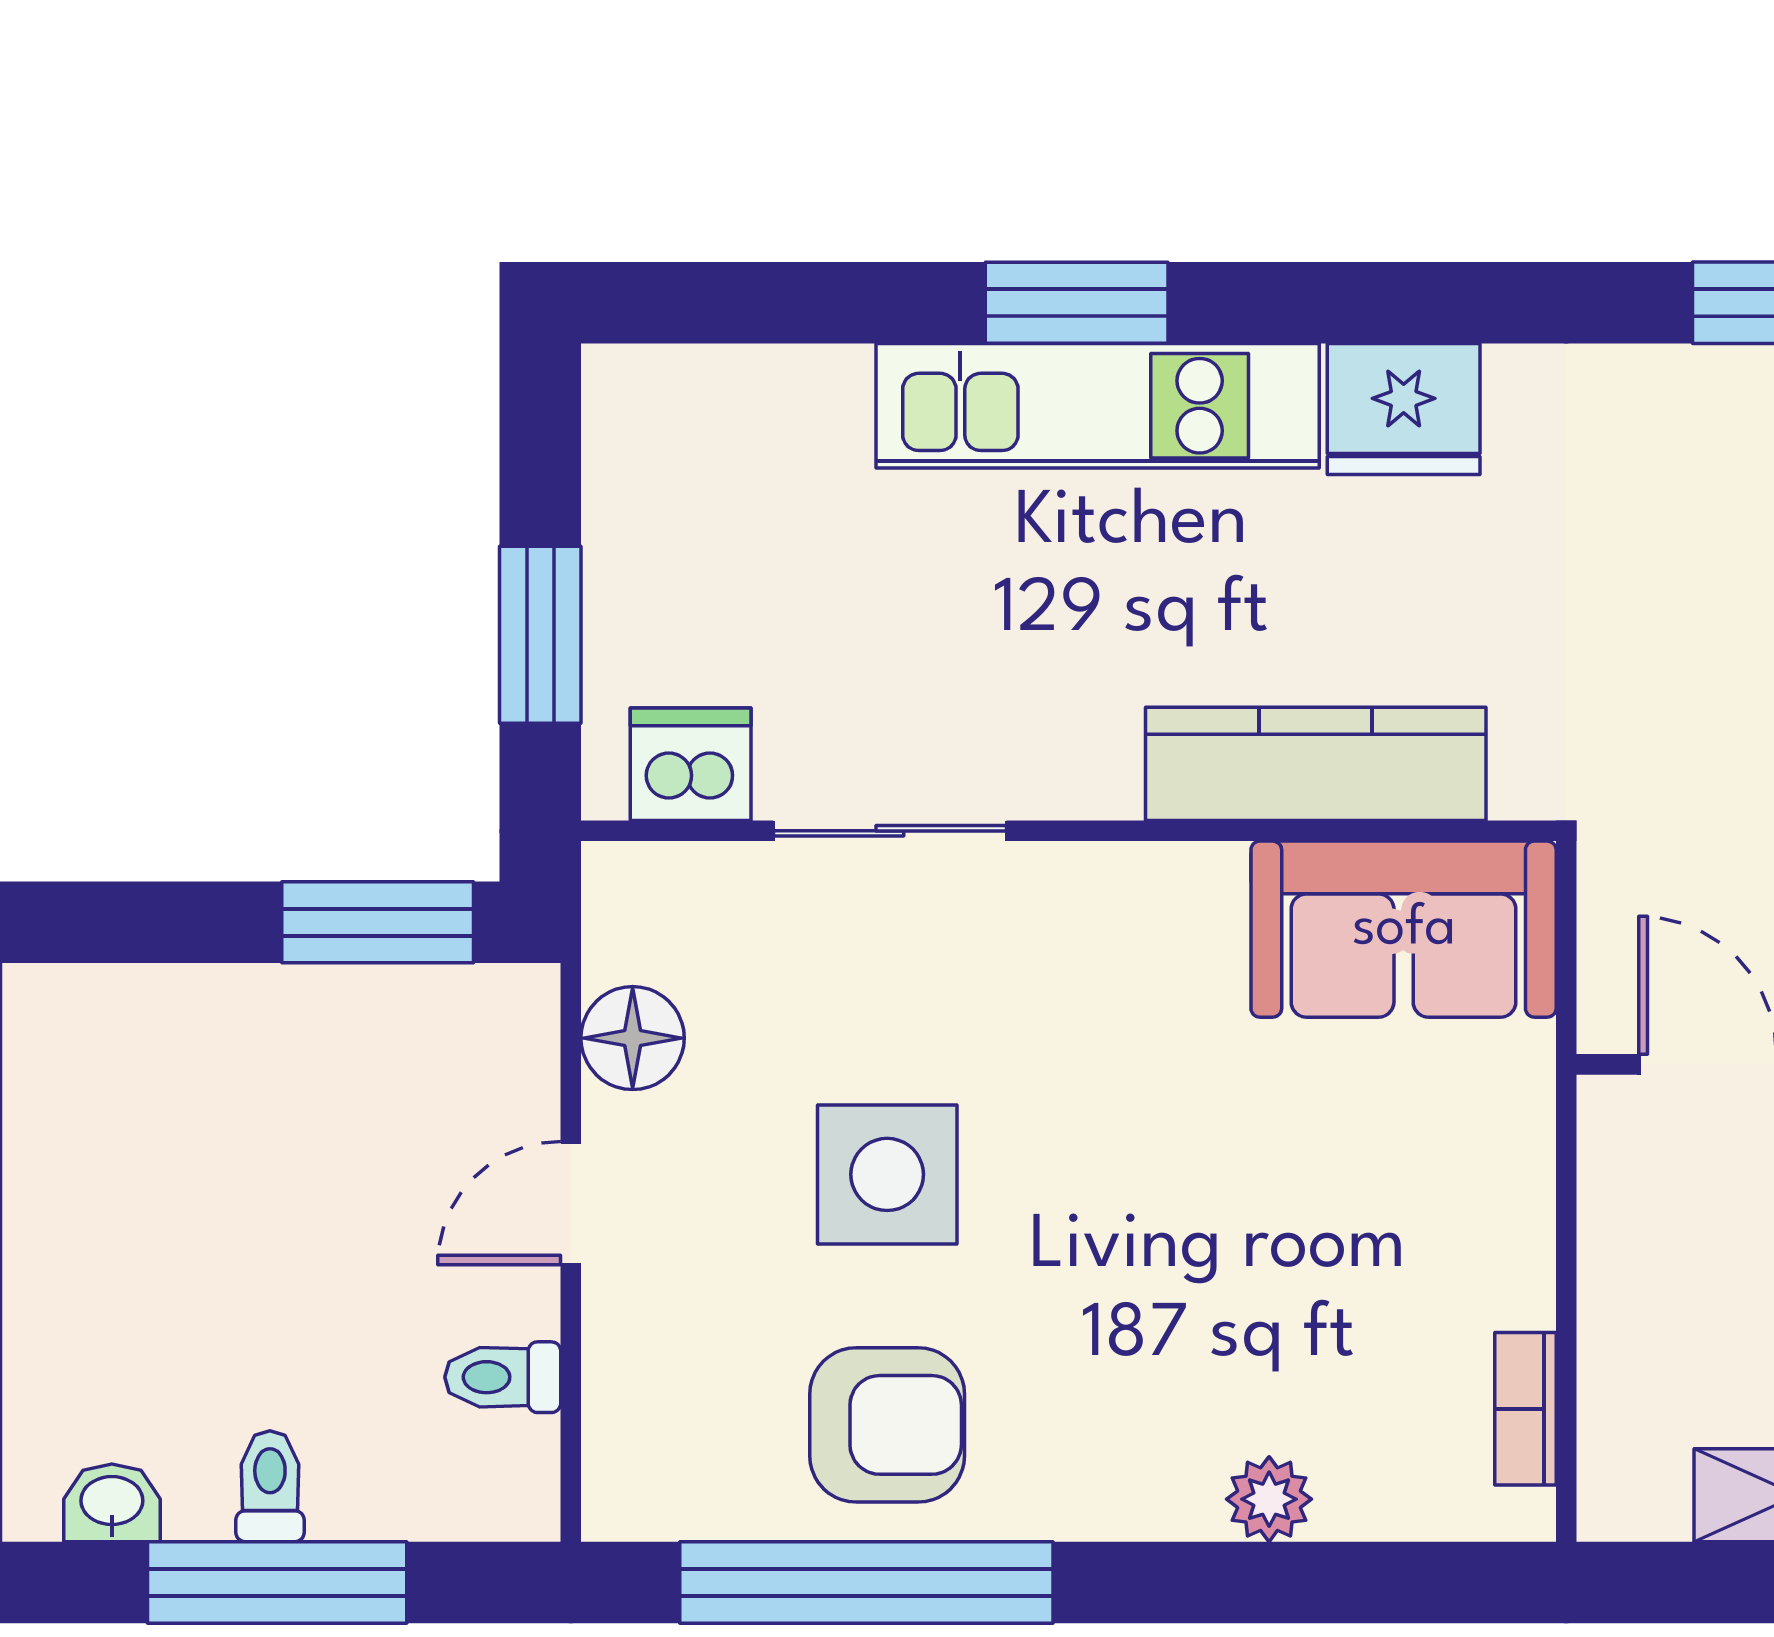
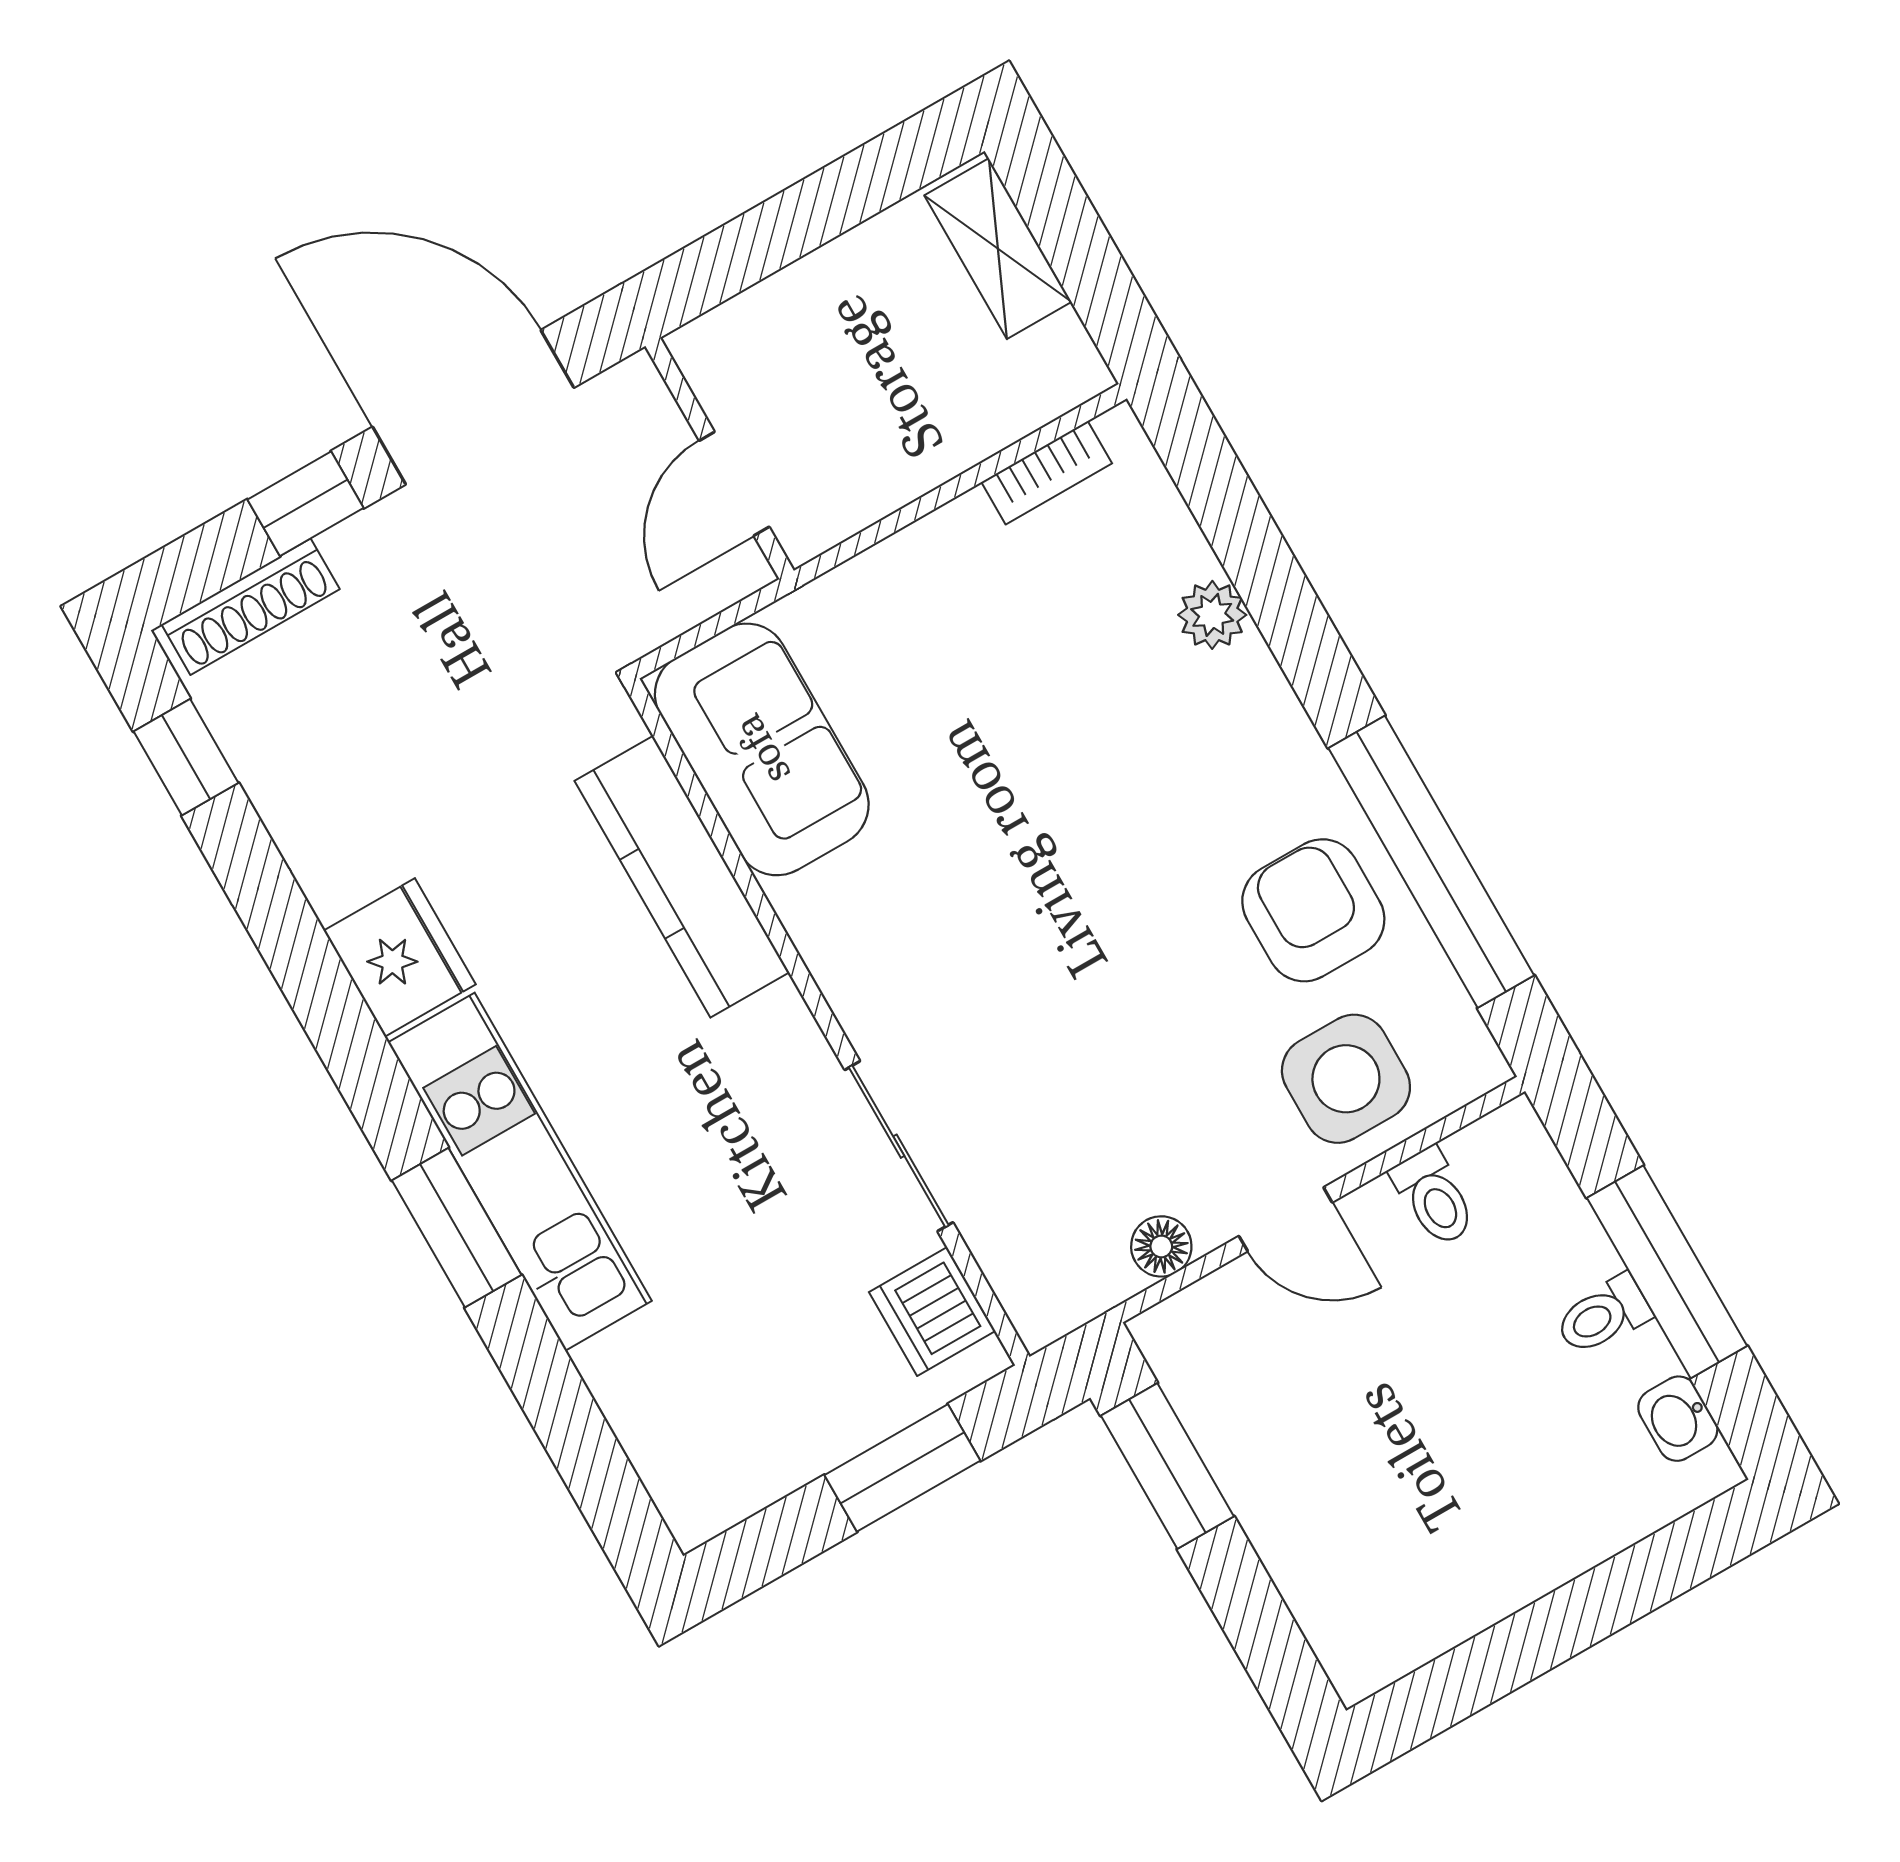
floor lamp: (633, 1038) -> (1161, 1246), width x0.73, depth x0.73
side table: (887, 1174) -> (1346, 1079), moved

